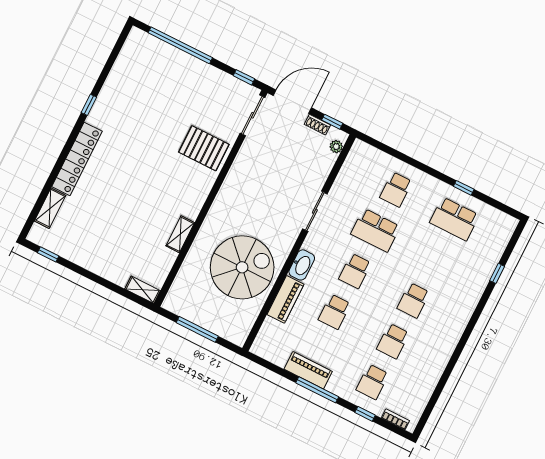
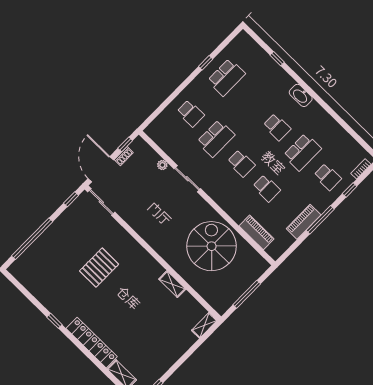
plant: (336, 147) -> (162, 165), moved
pallet: (204, 148) -> (99, 268), moved
washbasin: (302, 265) -> (301, 95), moved, turned 180
piano: (285, 299) -> (256, 232), moved
school desk: (393, 341) -> (302, 152), width x1.85

